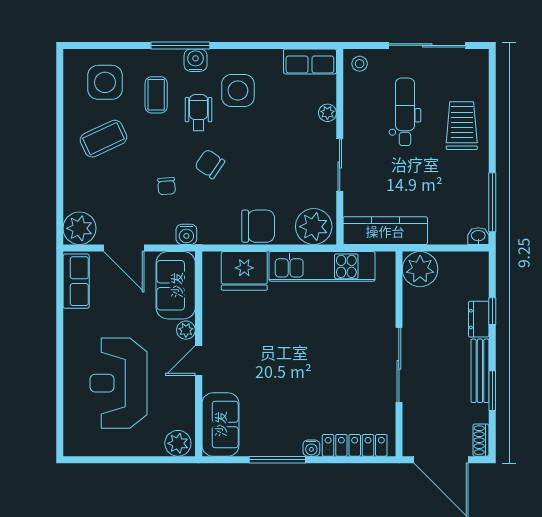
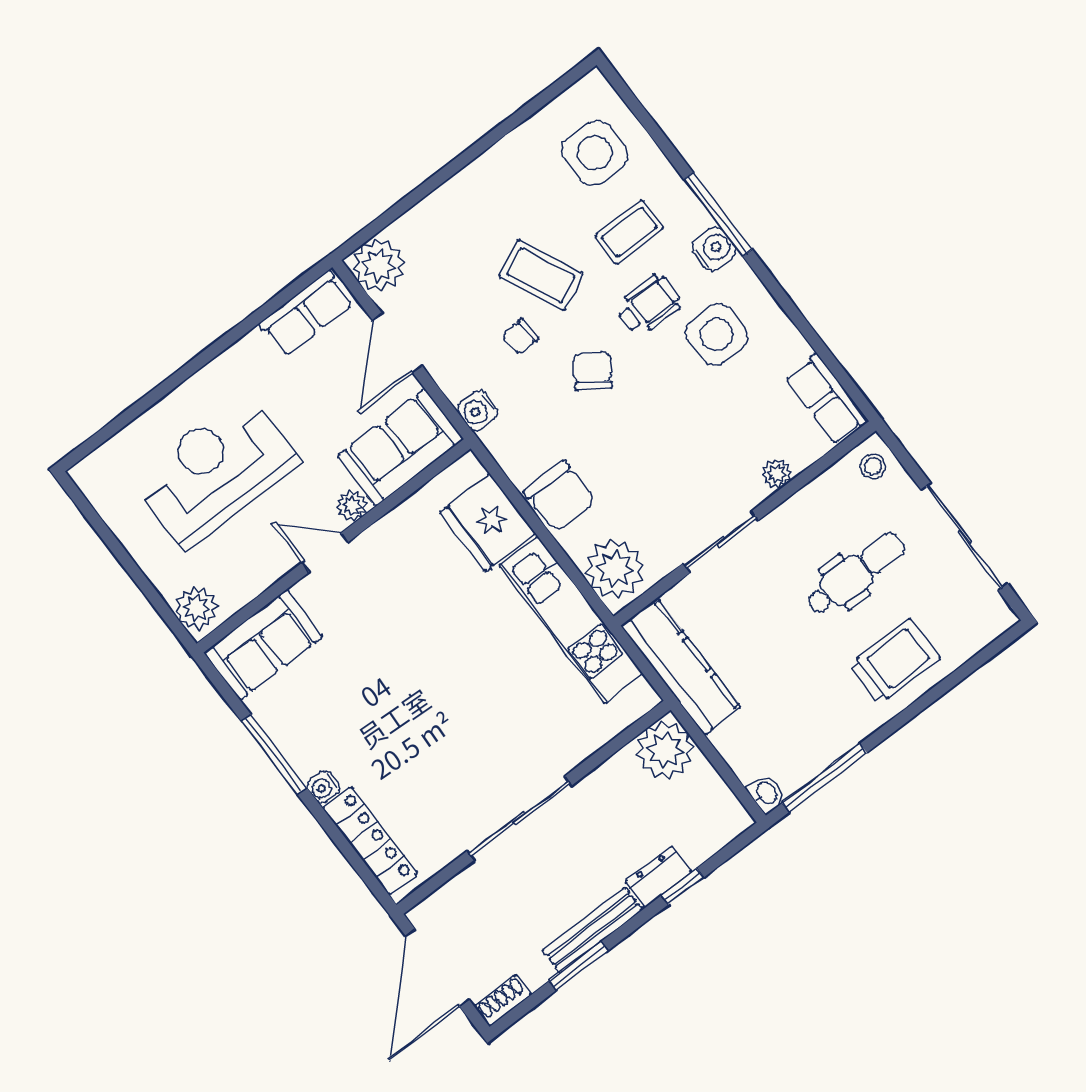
coffee table: (104, 139) -> (541, 275), moved

